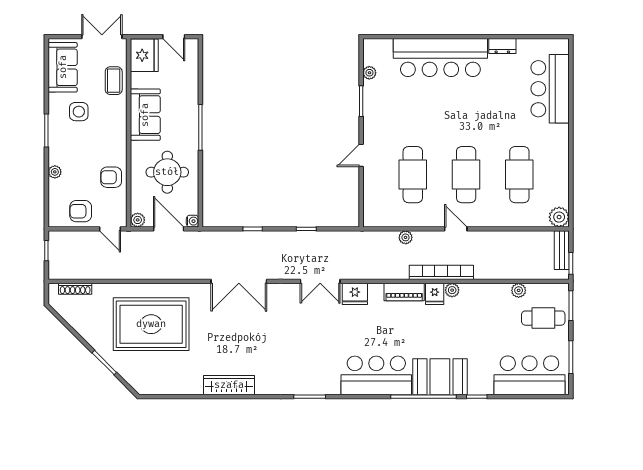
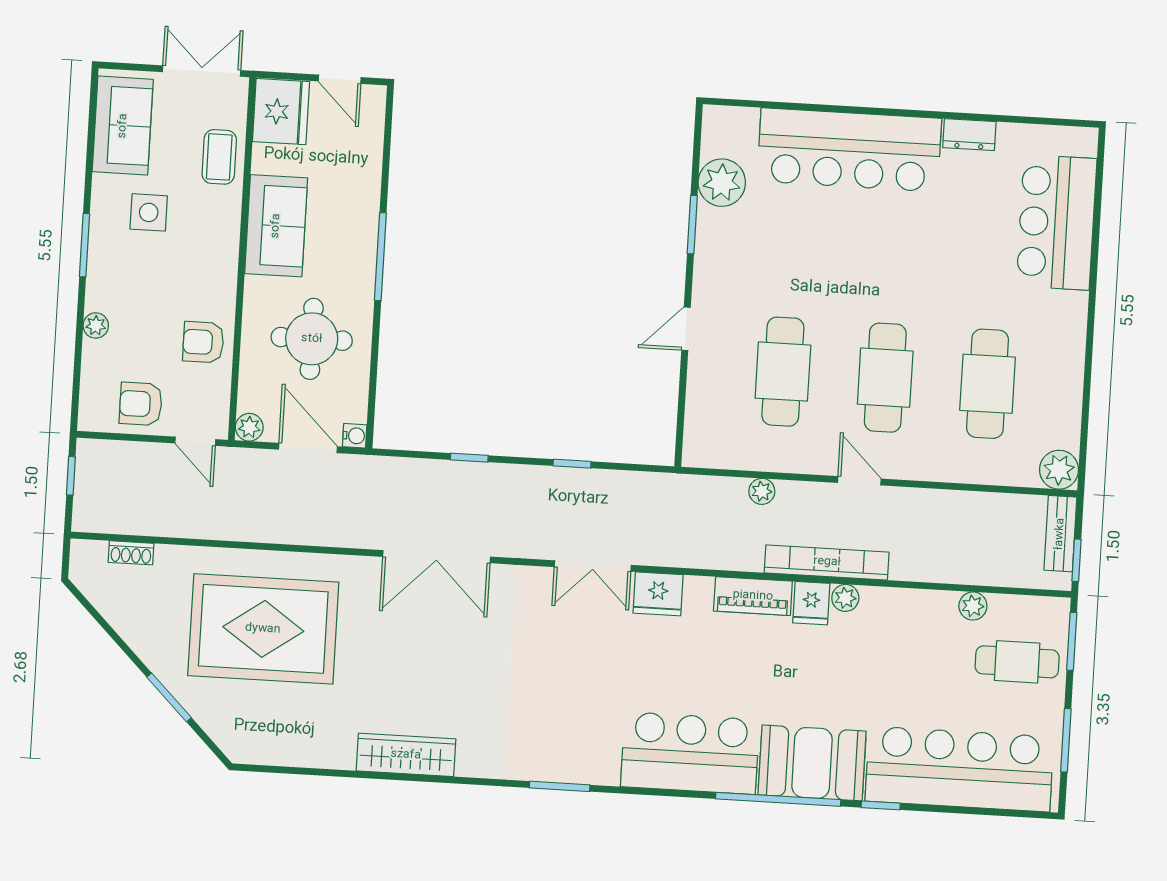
plant: (369, 73) -> (722, 183), width x1.88, depth x1.88
shoe rack: (75, 289) -> (131, 553), width x0.70
bar counter: (529, 375) -> (959, 769), width x1.36

